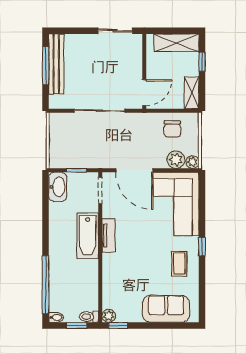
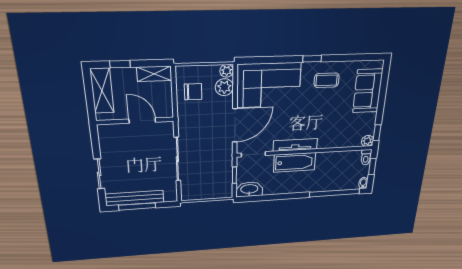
sliding door: (115, 31) -> (99, 174), moved
door: (144, 93) -> (142, 121), moved
tv unit: (109, 235) -> (295, 145), width x1.41

